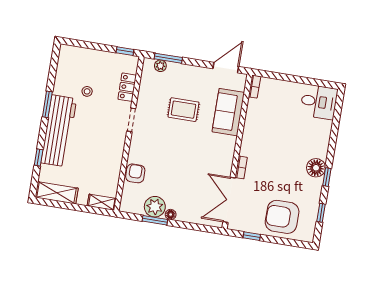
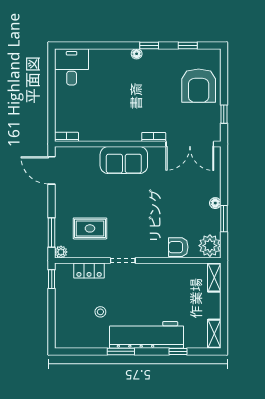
plant: (160, 66) -> (61, 252), moved
rug: (183, 110) -> (90, 228), moved, turned 90
sofa: (228, 112) -> (124, 160), moved
floor lamp: (316, 168) -> (137, 54), width x0.53, depth x0.53
shelving: (57, 193) -> (214, 334), width x0.67, depth x0.75
plant: (155, 207) -> (210, 246), moved

